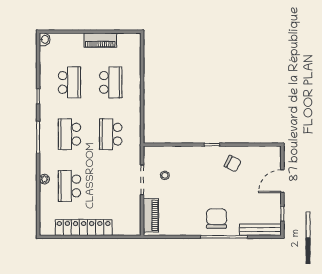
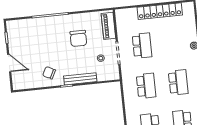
door: (282, 181) -> (9, 63), hinge flipped
school desk: (69, 186) -> (142, 46), moved
chair: (217, 219) -> (78, 38), moved
bench: (260, 230) -> (80, 79), moved

